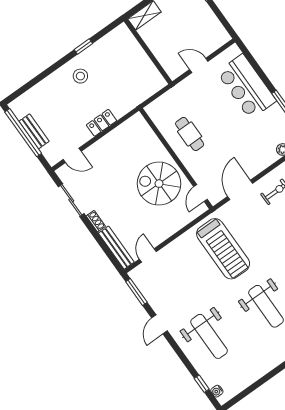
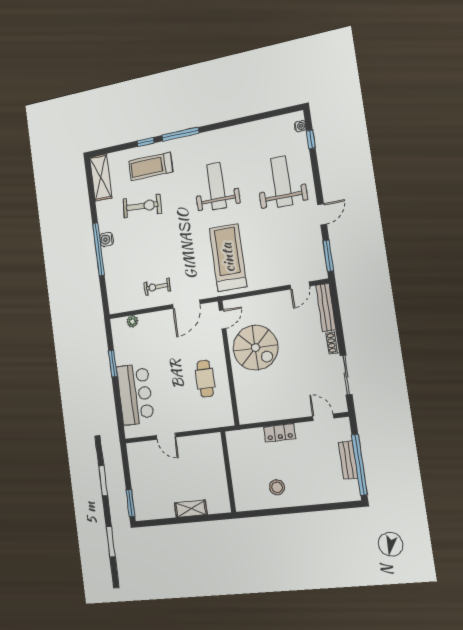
window: (83, 46) -> (260, 513), removed
wall: (148, 51) -> (228, 472), moved

